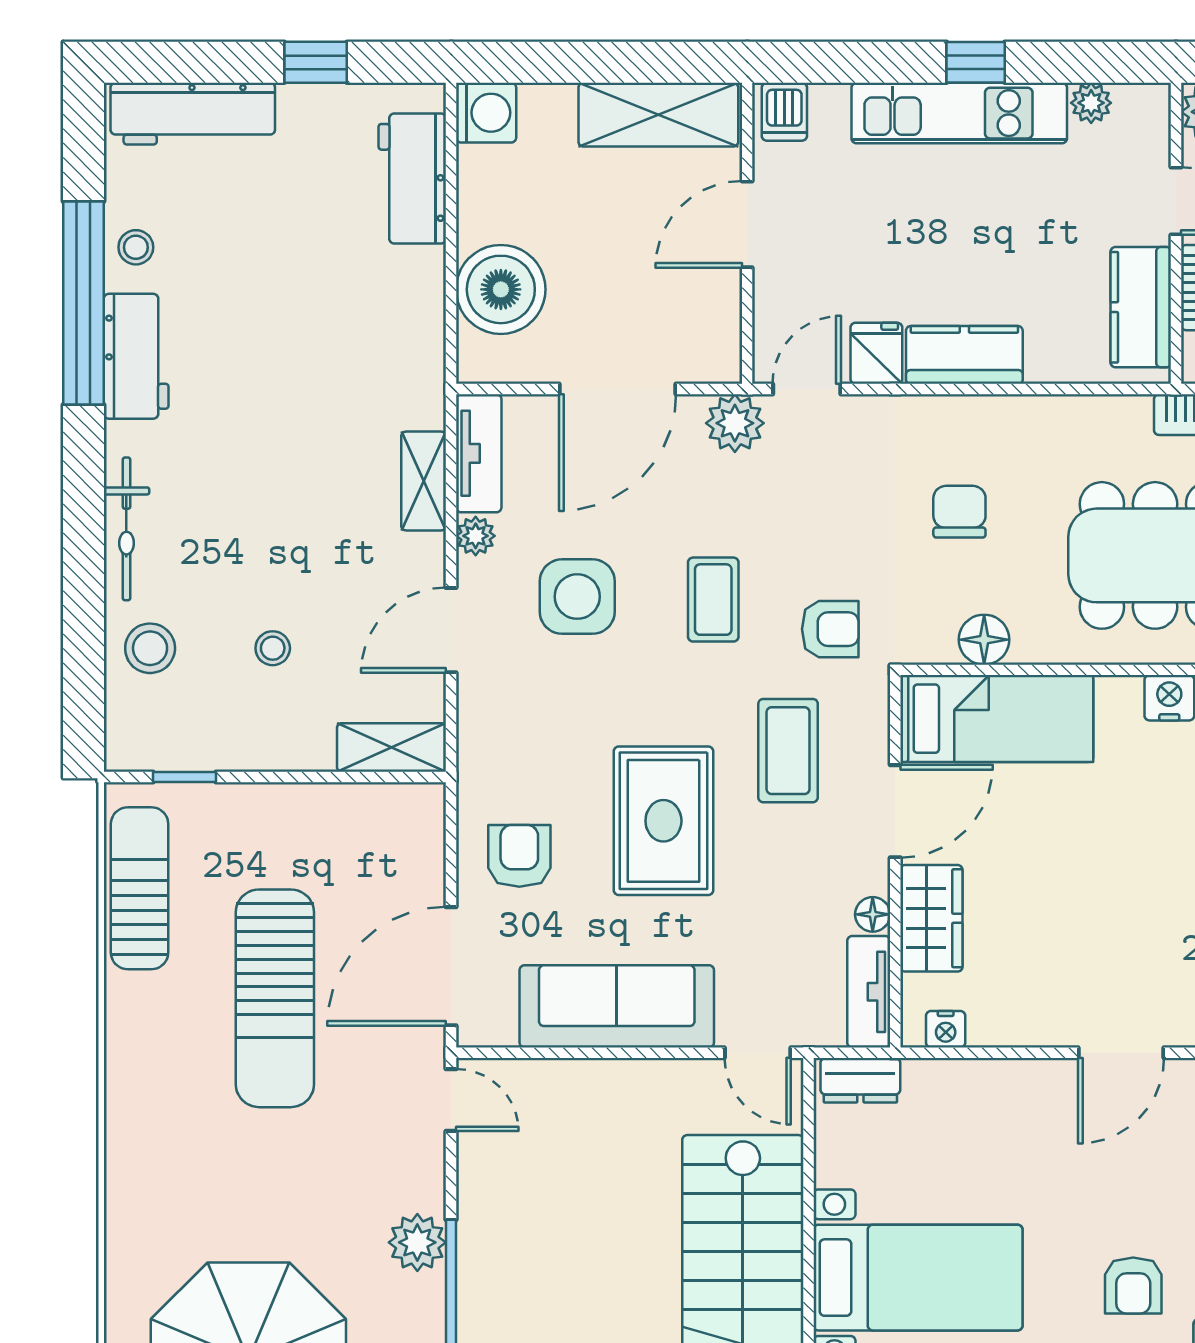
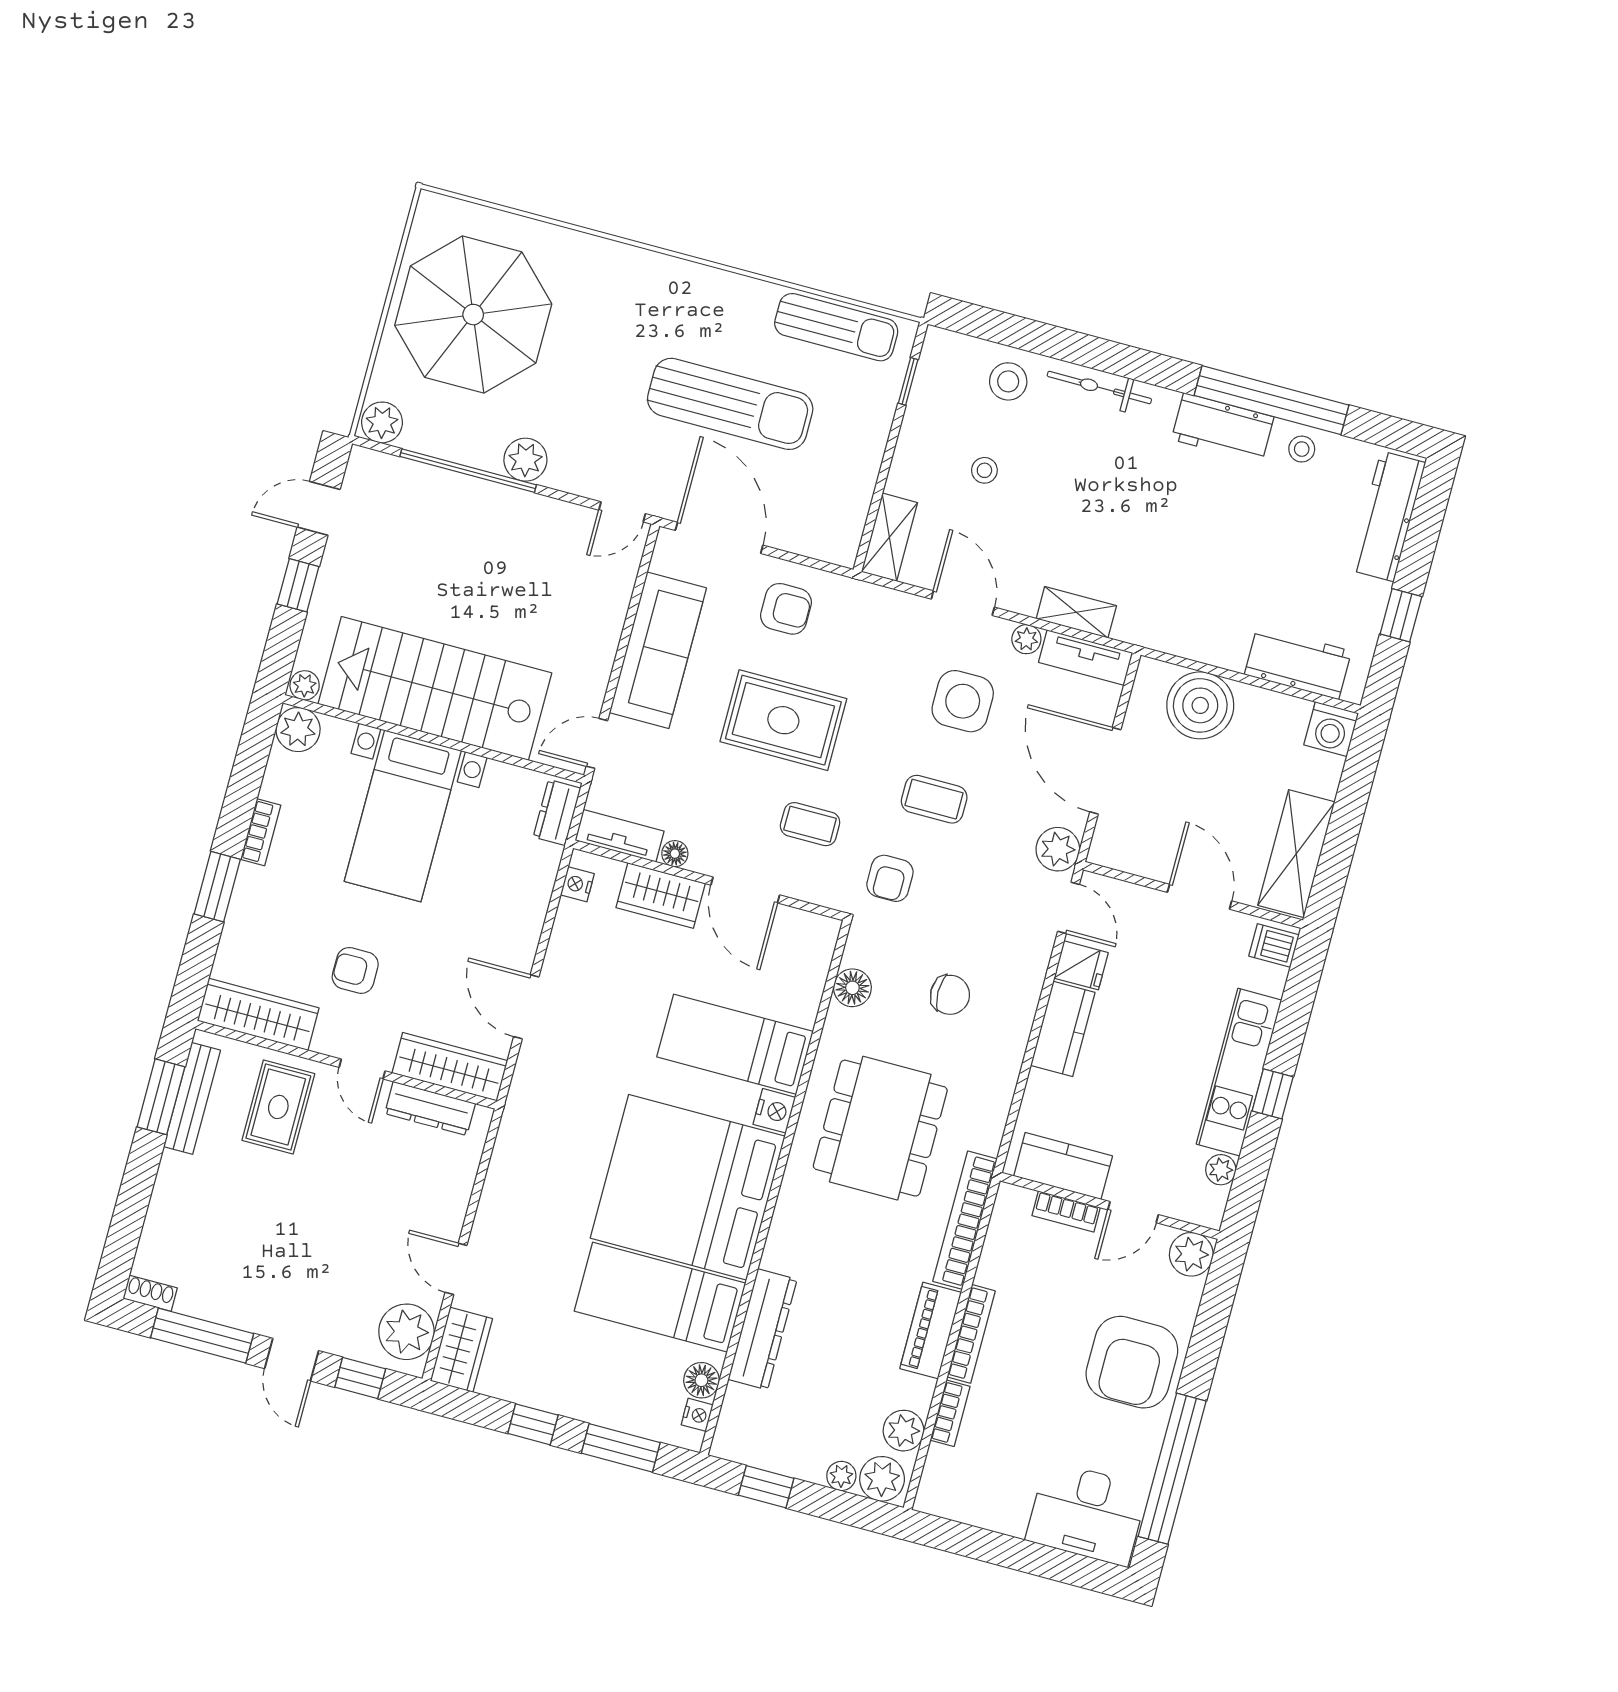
bed: (997, 719) -> (735, 1044), moved, turned 90
coffee table: (788, 751) -> (810, 824), width x0.73, depth x0.77
sun lounger: (275, 998) -> (730, 404), turned 180

